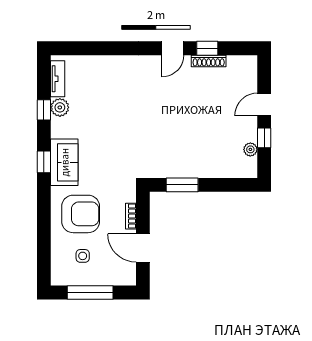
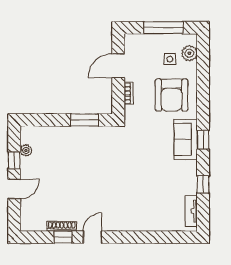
plant: (60, 107) -> (189, 53), moved
armchair: (81, 214) -> (172, 95), turned -90
door: (143, 248) -> (118, 66), swing flipped

